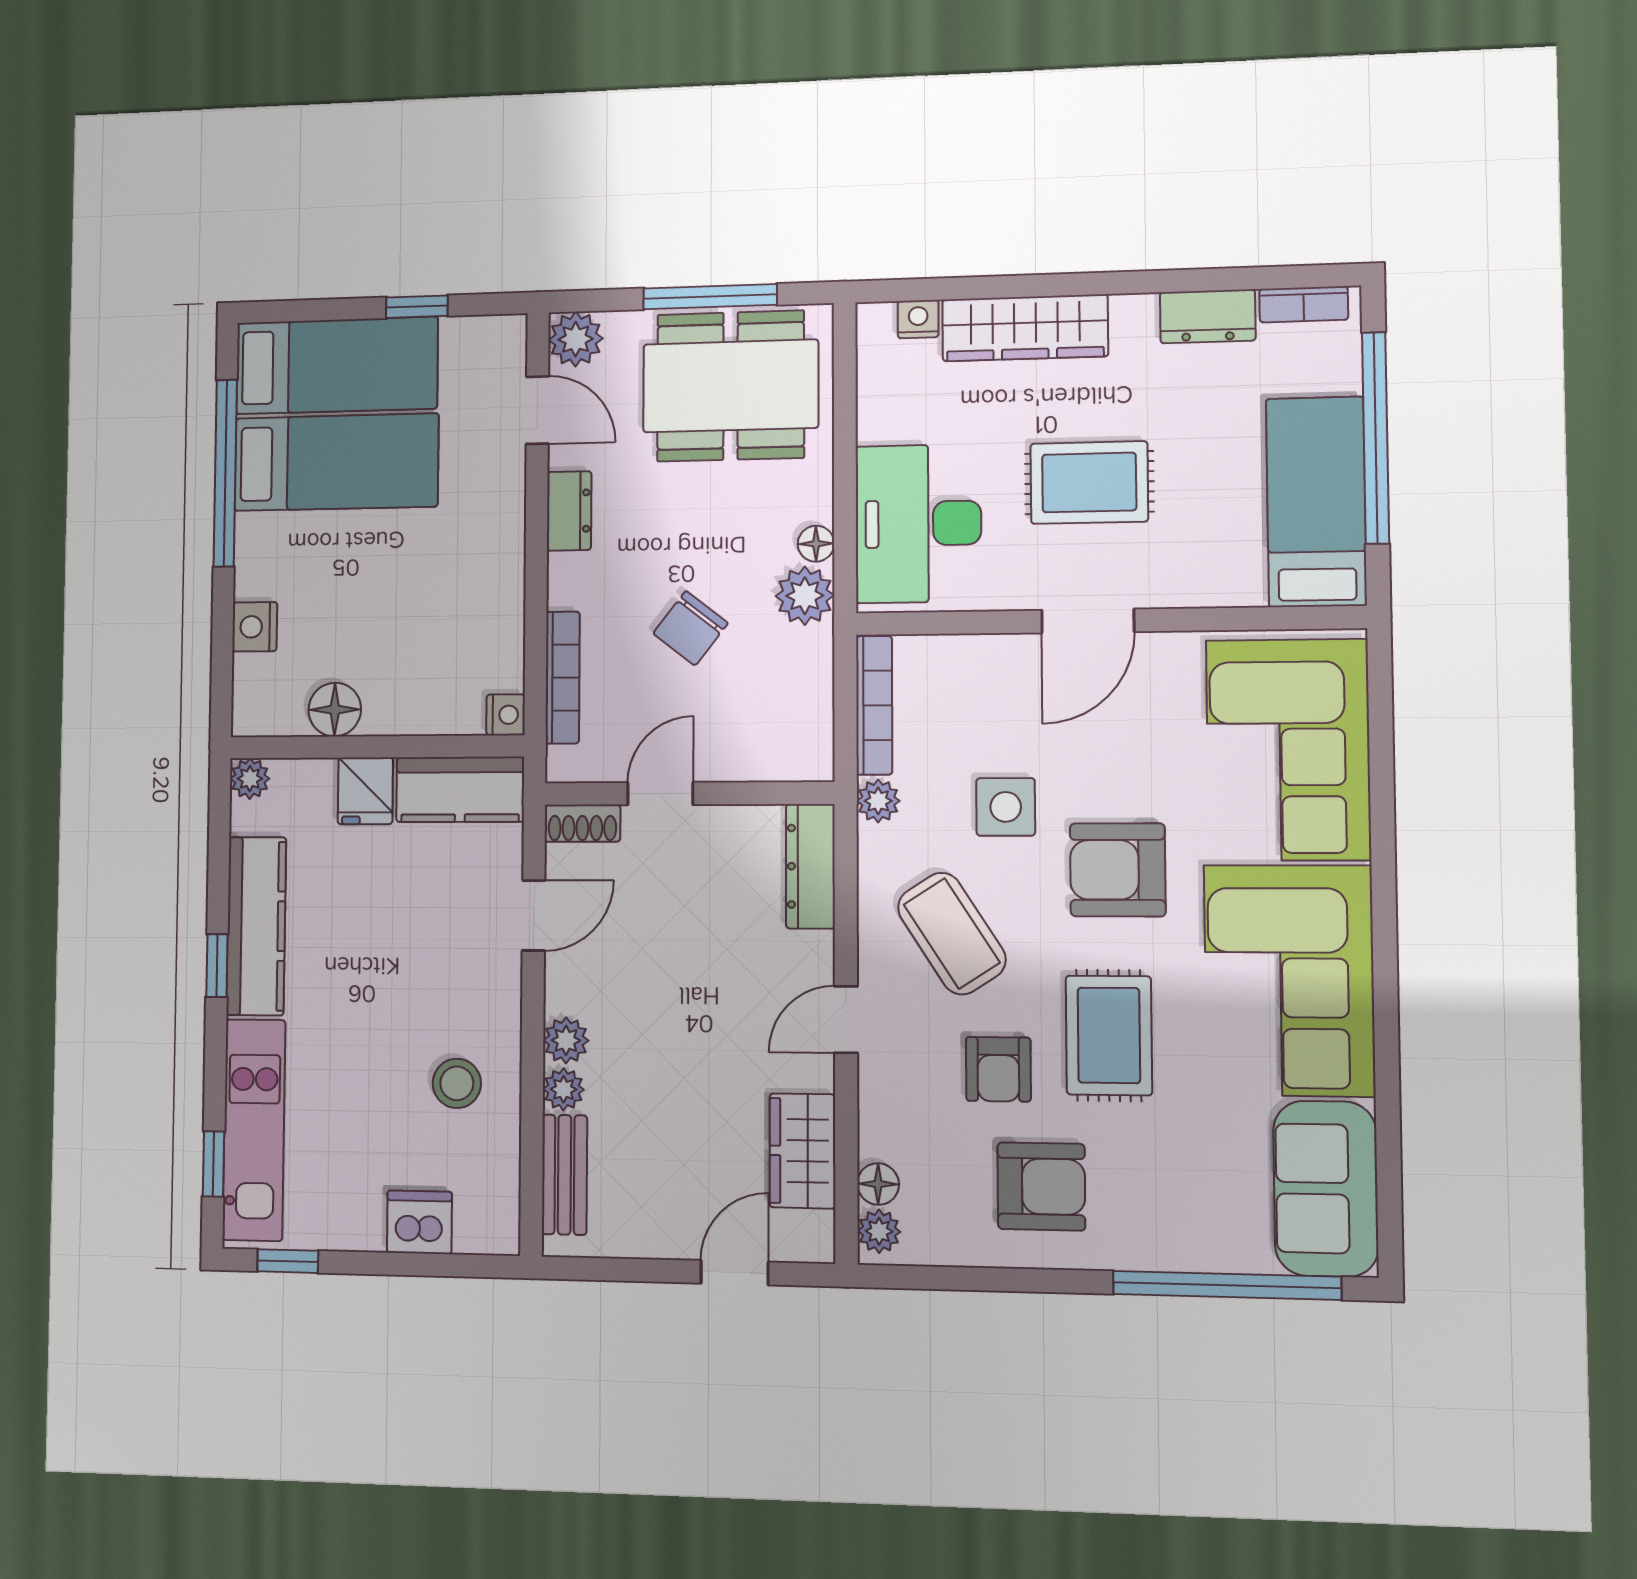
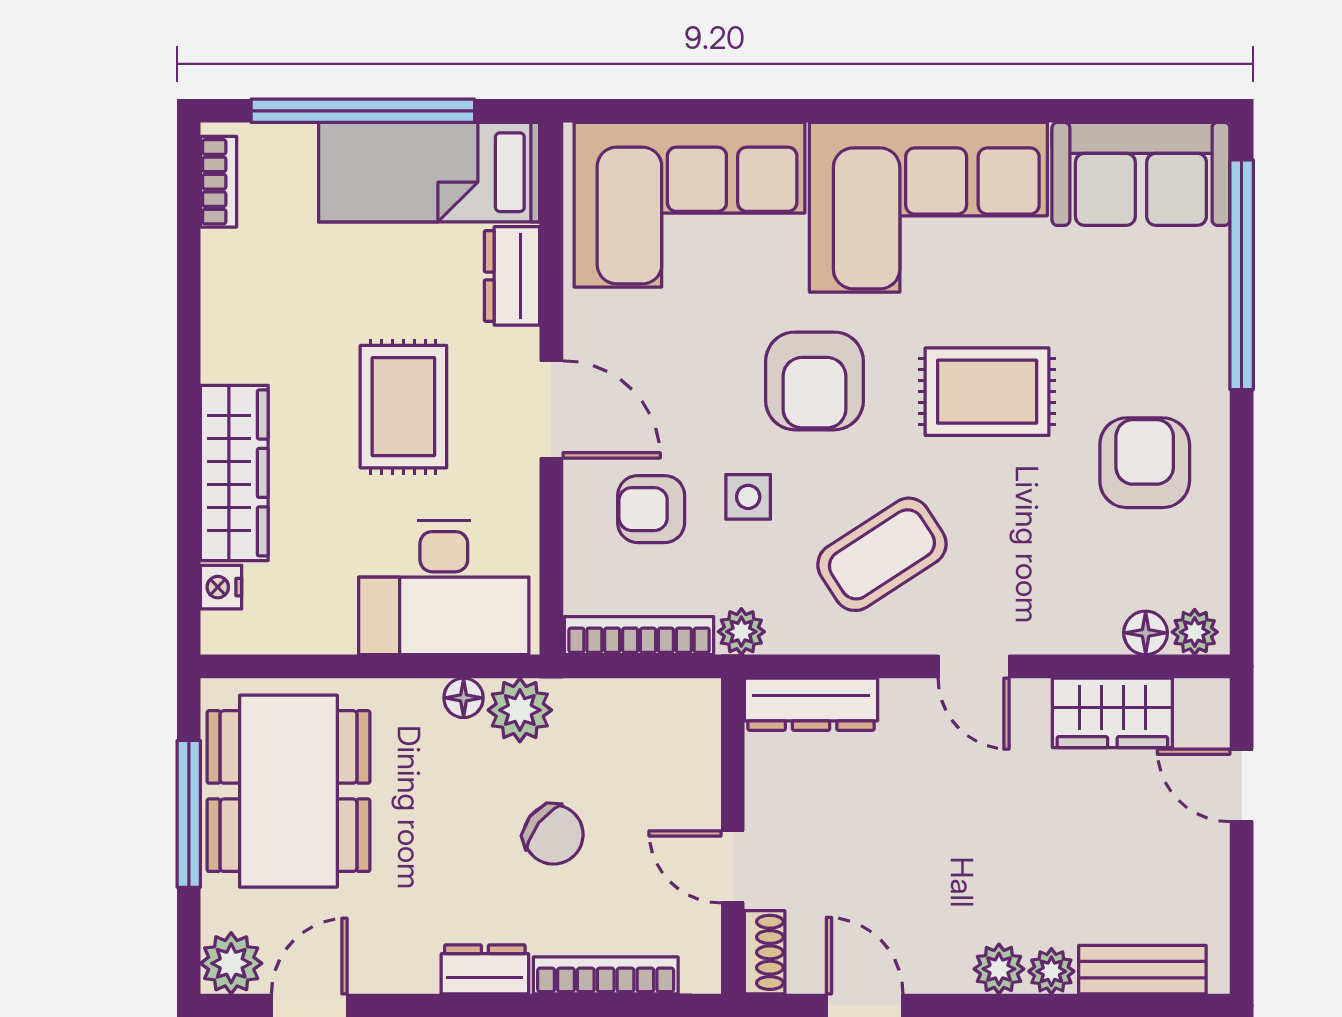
dresser: (1208, 316) -> (512, 276), moved, turned 180
dresser: (569, 511) -> (485, 969), moved
side table: (1006, 807) -> (748, 497), width x0.73, depth x0.73
armchair: (998, 1069) -> (651, 509), moved, turned 180

